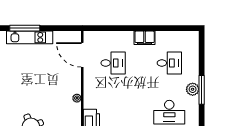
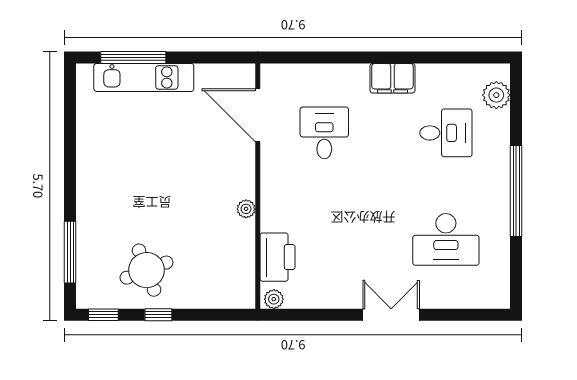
desk: (113, 63) -> (324, 133), turned -90
plant: (193, 89) -> (496, 95), moved
window: (202, 90) -> (516, 191), width x1.46

